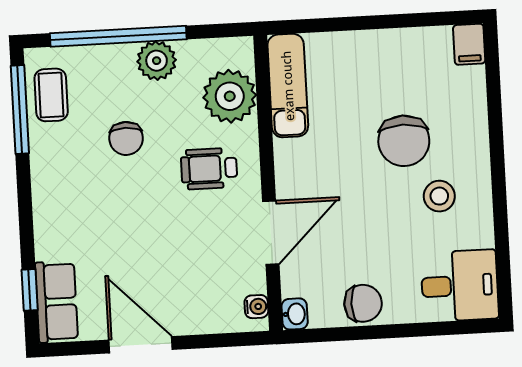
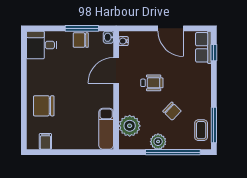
filing cabinet: (469, 44) -> (45, 141), moved
chair: (126, 138) -> (172, 111), turned 134
chair: (404, 141) -> (44, 106), moved, turned -90
wheelchair: (209, 169) -> (152, 83), moved
stool: (439, 196) -> (48, 81), removed
window: (362, 333) -> (82, 28), added

